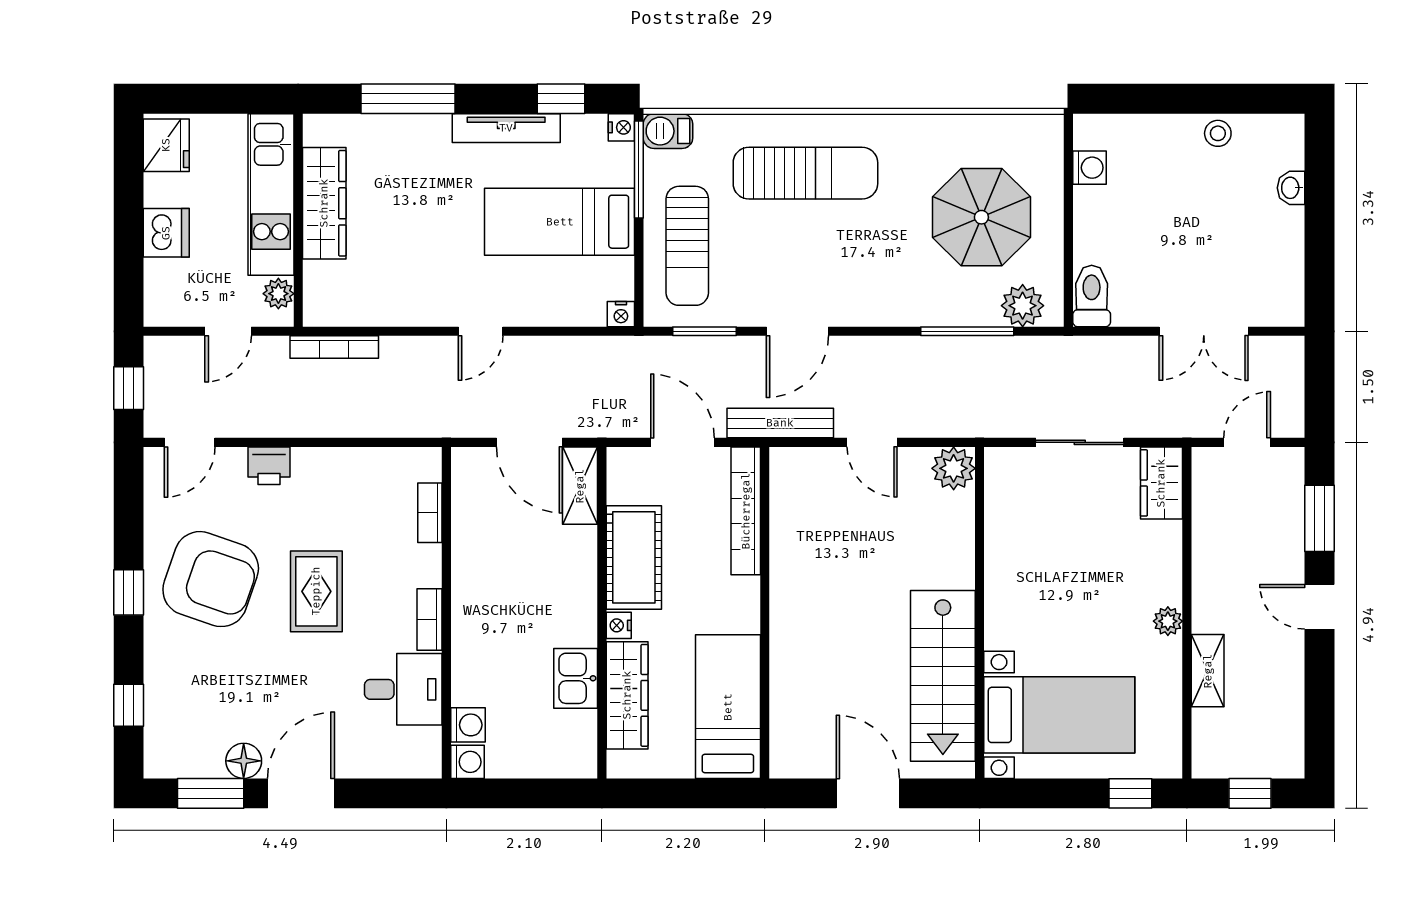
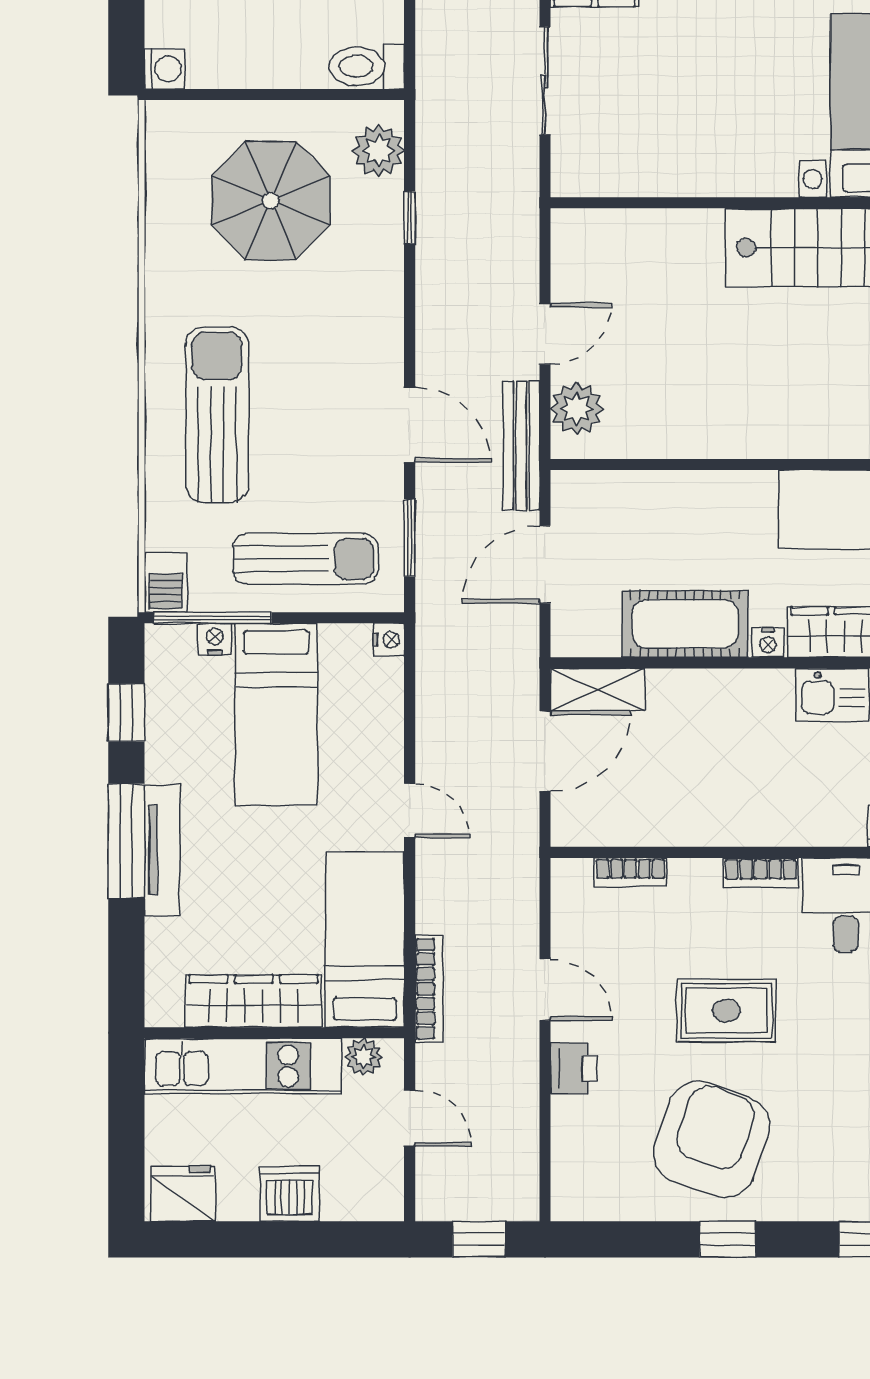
window: (408, 99) -> (126, 841), moved
nightstand: (621, 127) -> (215, 639), moved
tv unit: (506, 128) -> (162, 850), moved
washing machine: (1089, 168) -> (165, 69), moved, turned 90
bed: (375, 294) -> (365, 940), added
window: (967, 331) -> (410, 218), width x0.46
door: (190, 442) -> (545, 990), moved
plant: (954, 468) -> (577, 408), moved
bookcase: (746, 511) -> (628, 488), removed

